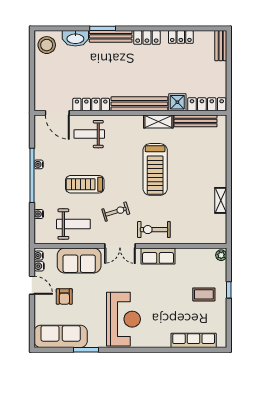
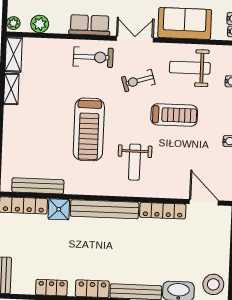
shelving: (158, 121) -> (14, 54), moved, turned 90
weight bench: (89, 134) -> (135, 162), moved, turned 90
treadmill: (155, 169) -> (89, 129), turned 180
plant: (199, 255) -> (40, 24), added

